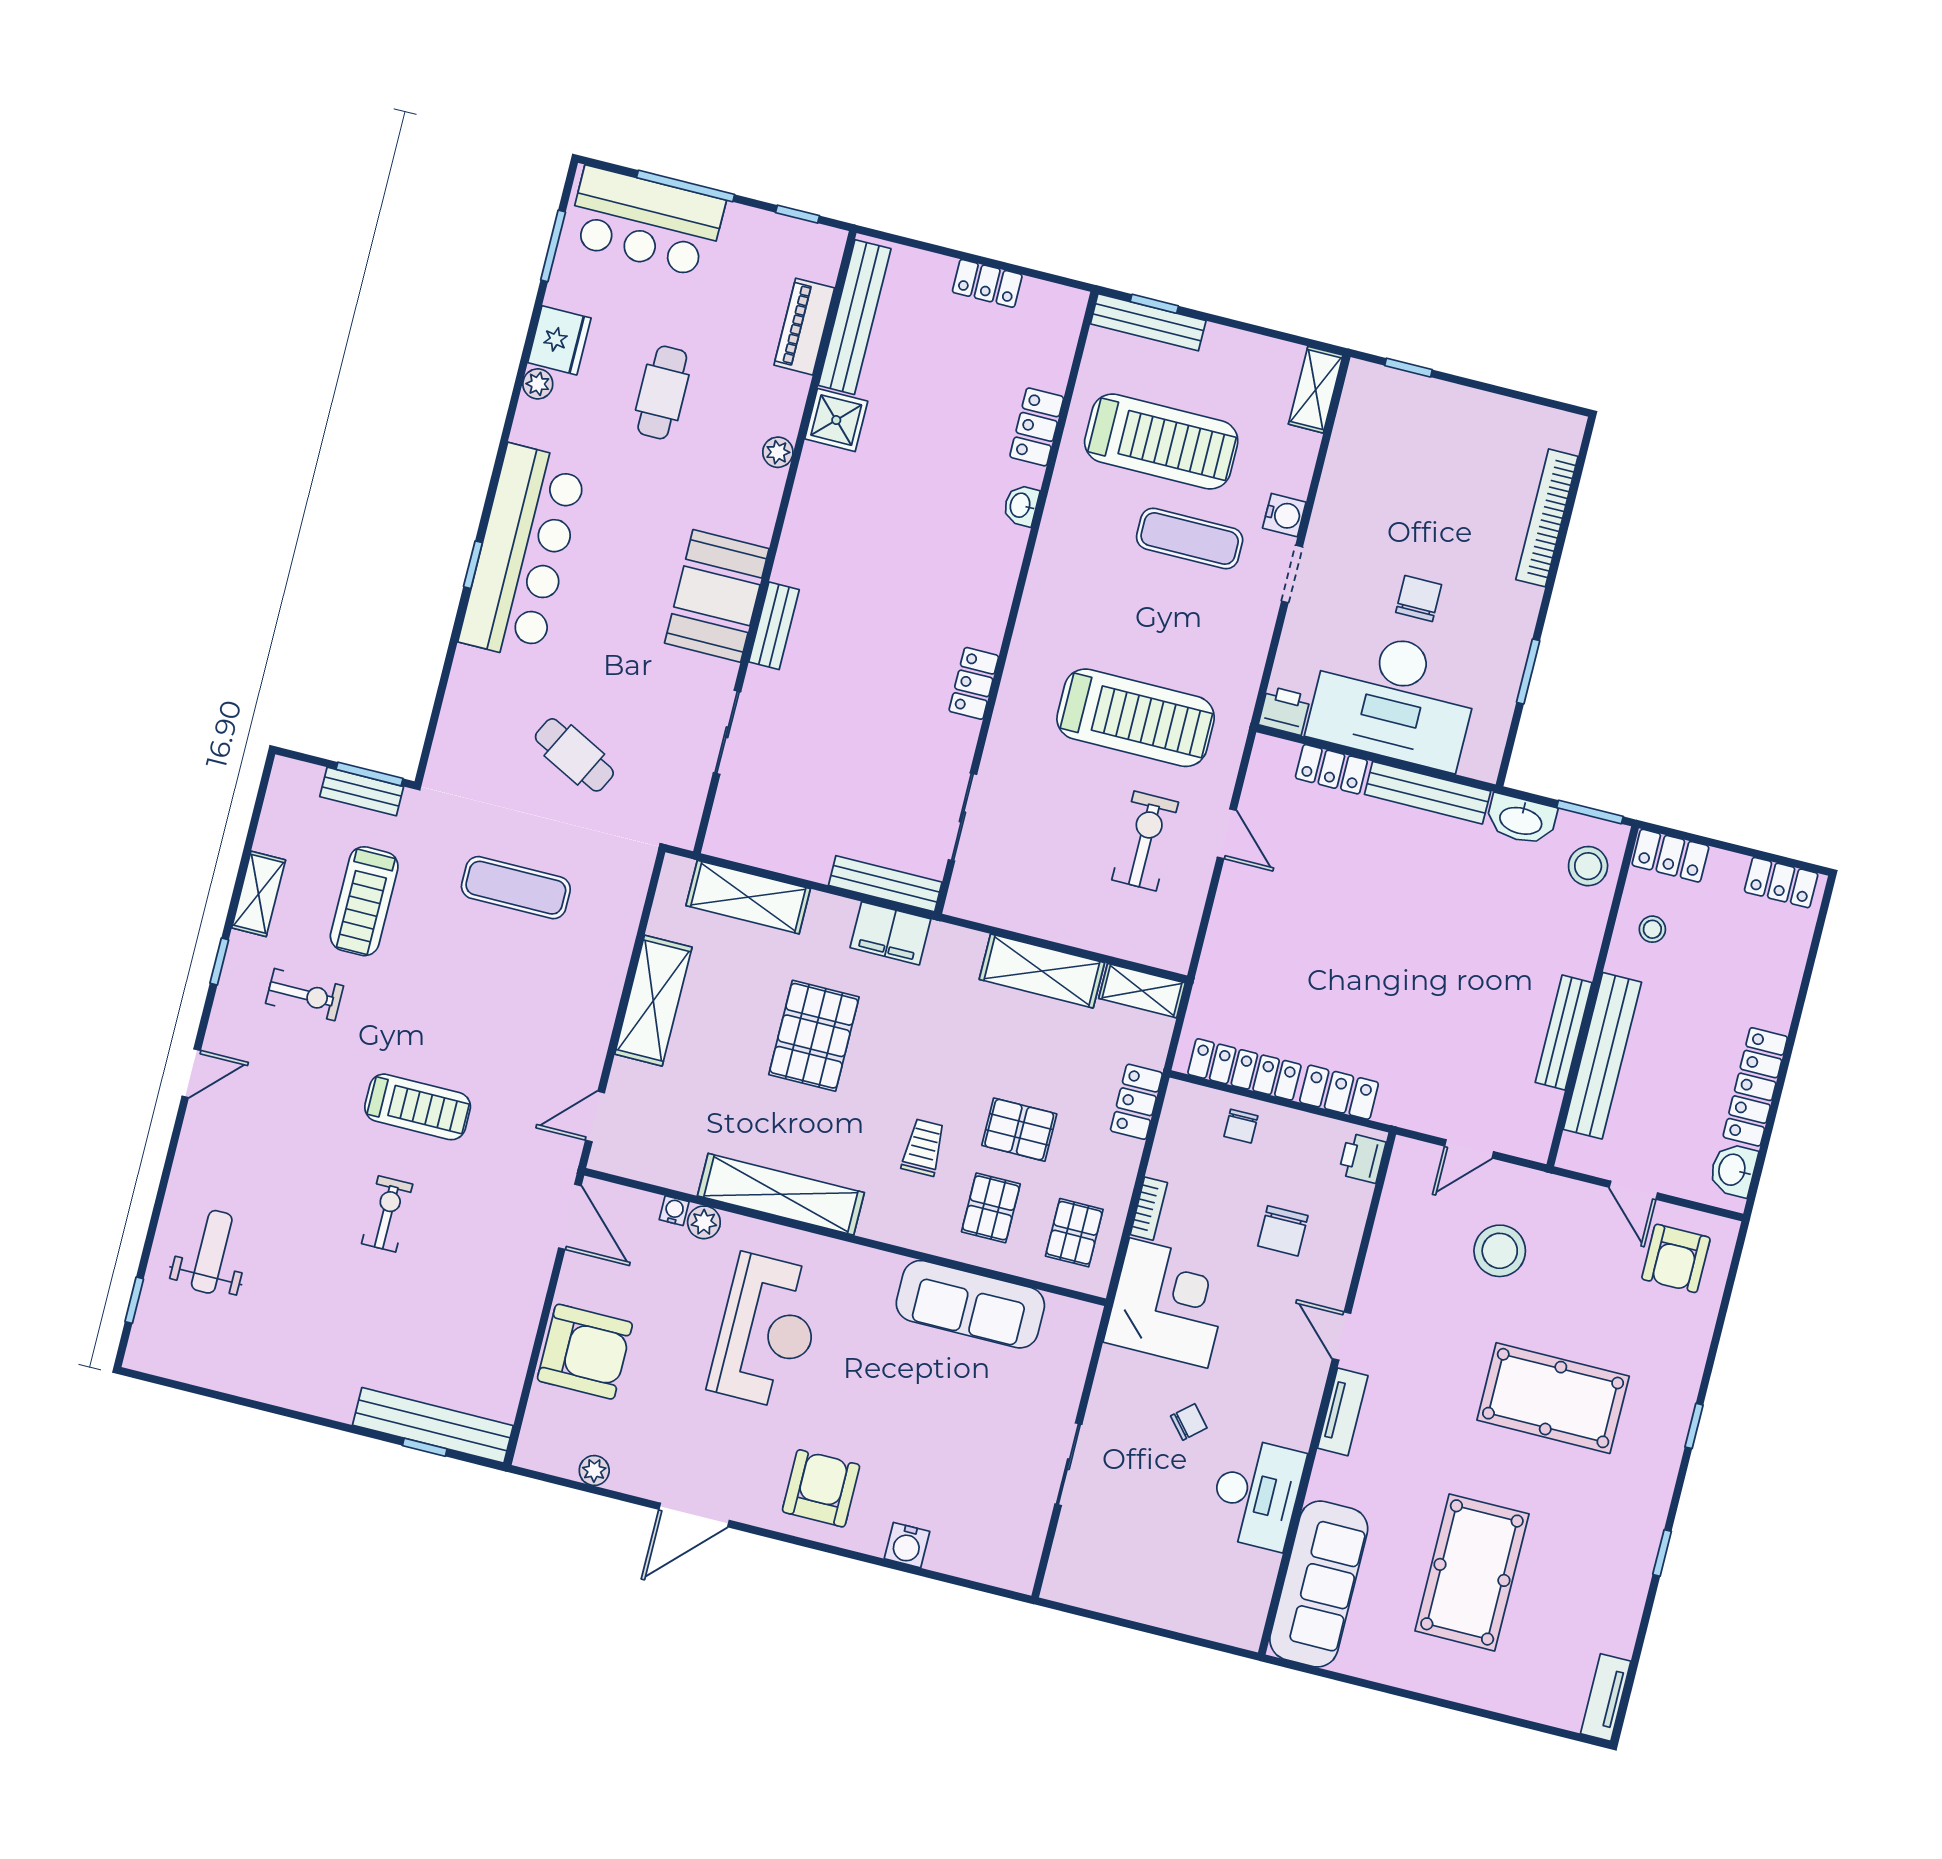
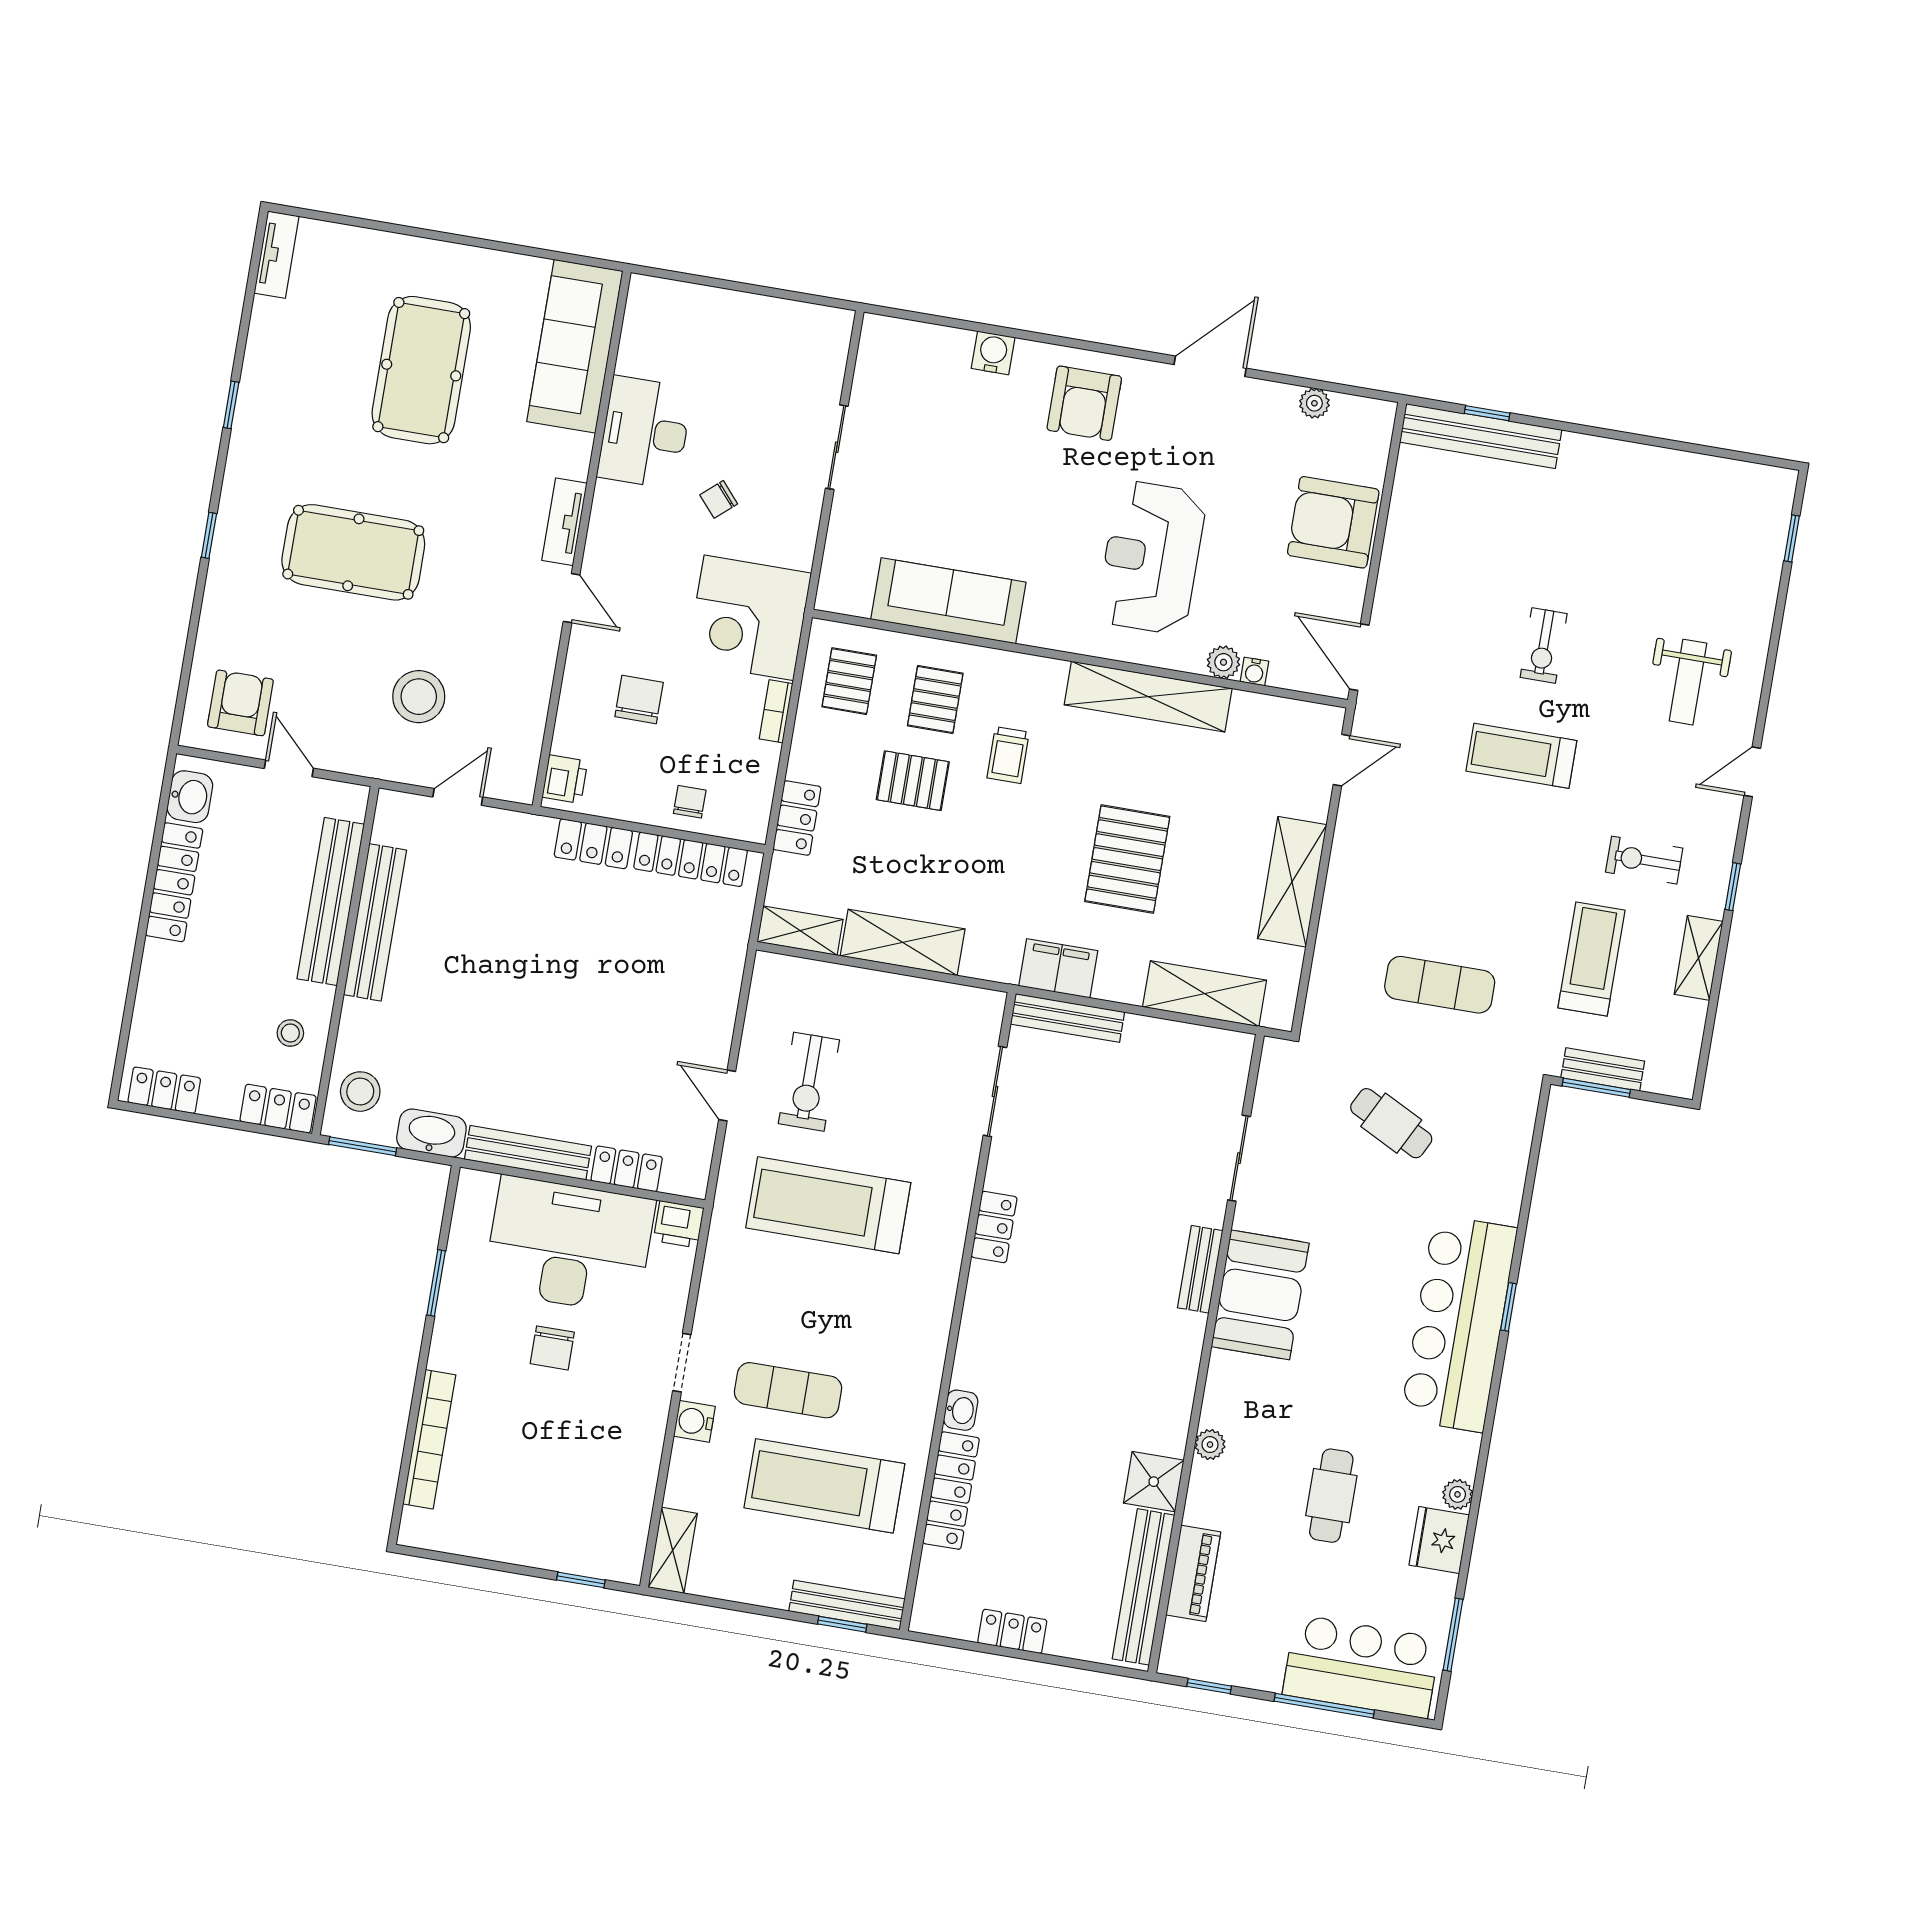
locker: (1037, 427) -> (951, 1491), width x1.53
bench: (1564, 1032) -> (375, 922), width x1.37, depth x1.21
weight bench: (212, 1252) -> (1688, 682), moved

